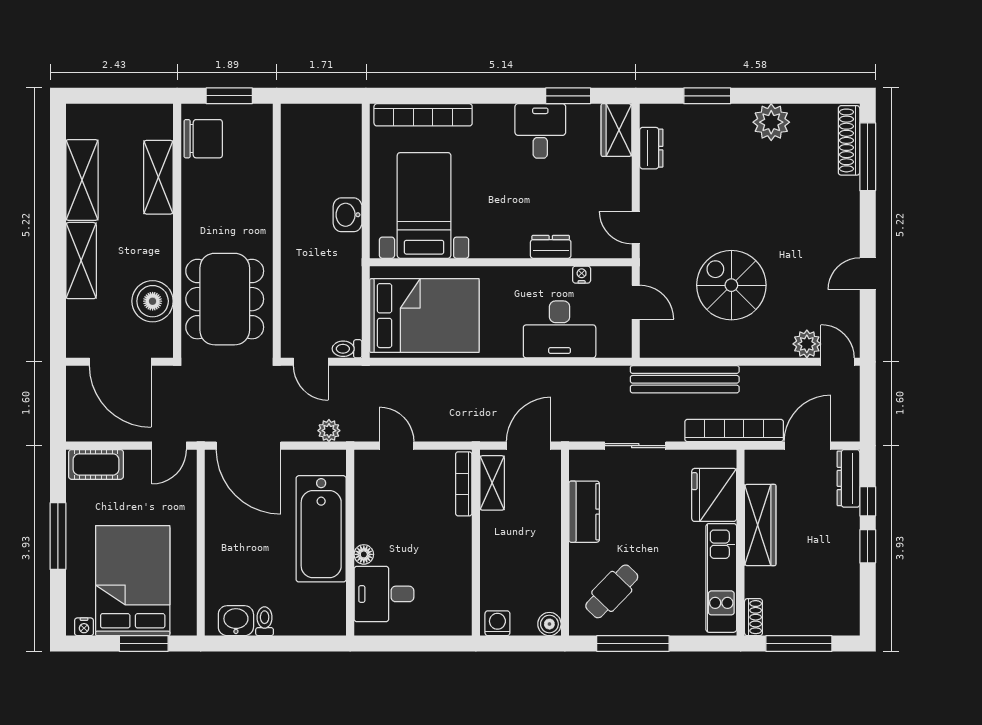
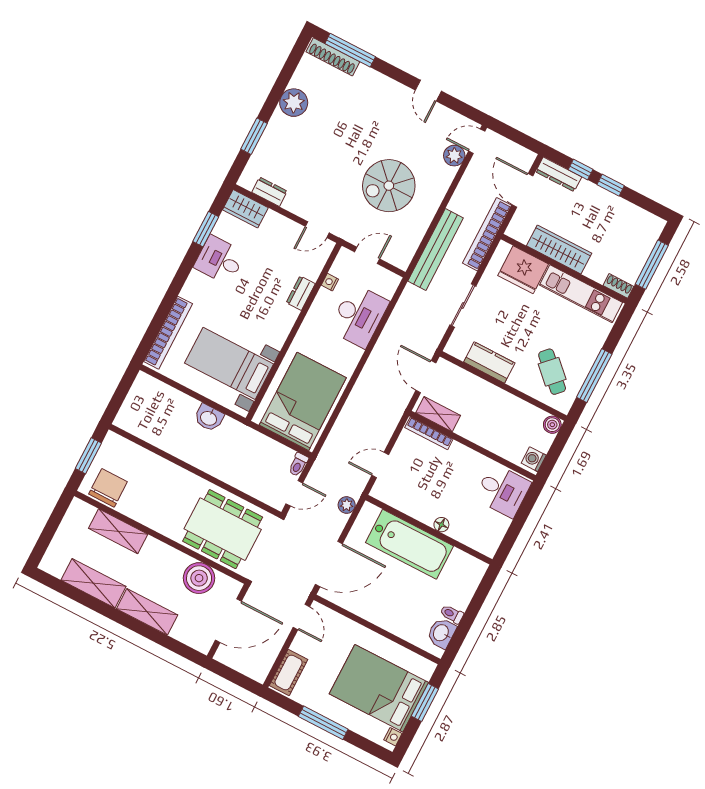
desk: (384, 594) -> (503, 491), moved, turned -90

